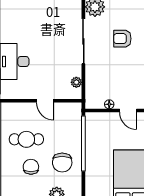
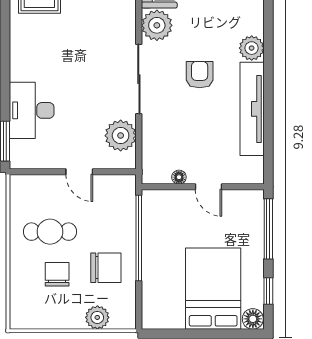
armchair: (122, 39) -> (200, 75), turned 90
plant: (76, 82) -> (121, 136), width x1.88, depth x1.88
chair: (62, 163) -> (106, 268), turned -90

